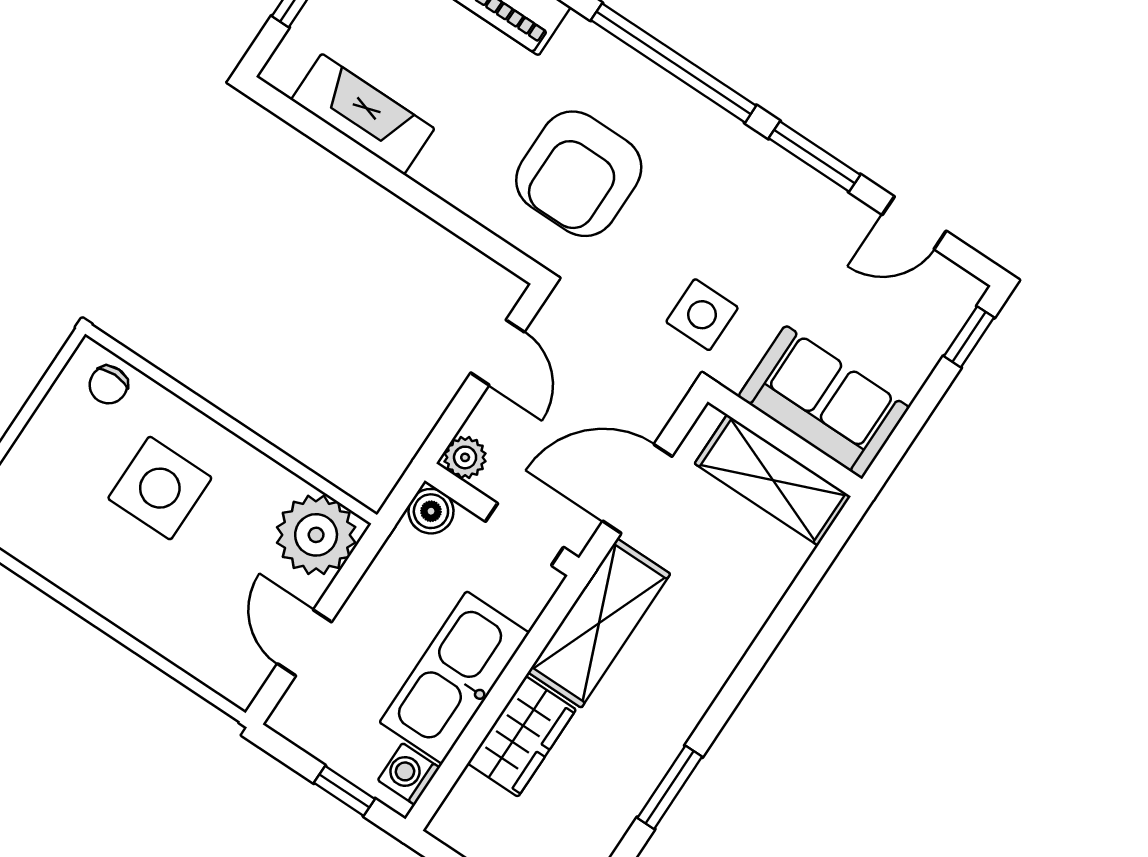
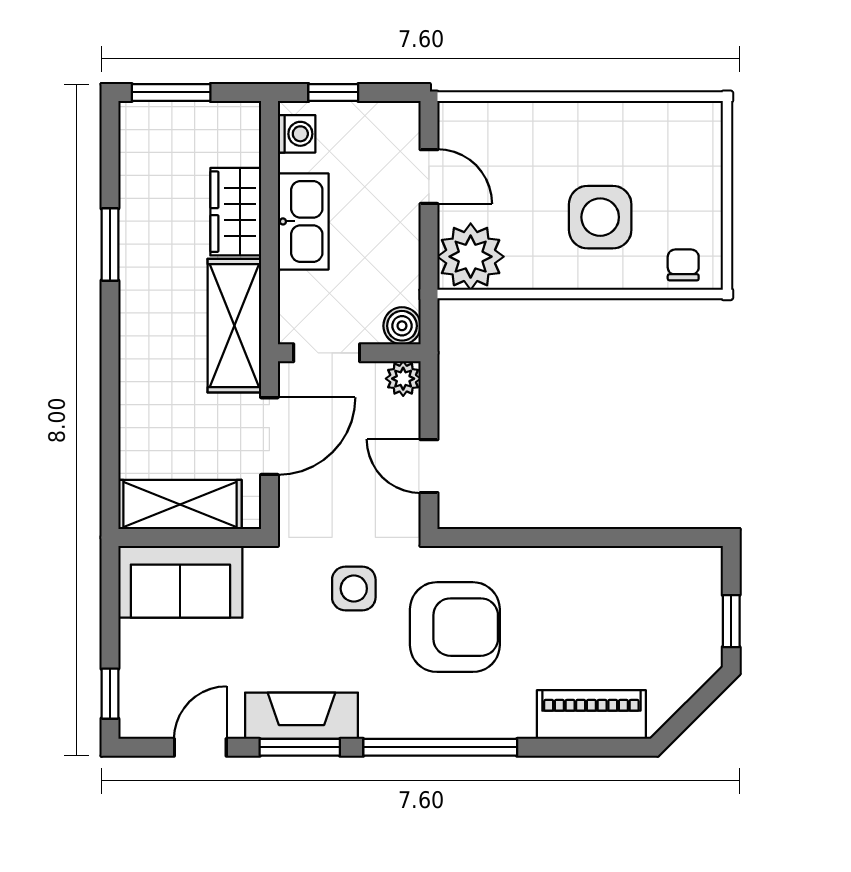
fireplace: (363, 114) -> (302, 716), moved, turned 180
armchair: (579, 174) -> (455, 627), turned 90
side table: (702, 315) -> (354, 589), moved
kitchen sink: (454, 678) -> (303, 221), width x0.73, depth x0.81

